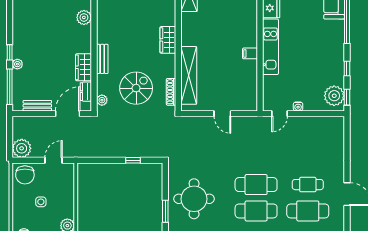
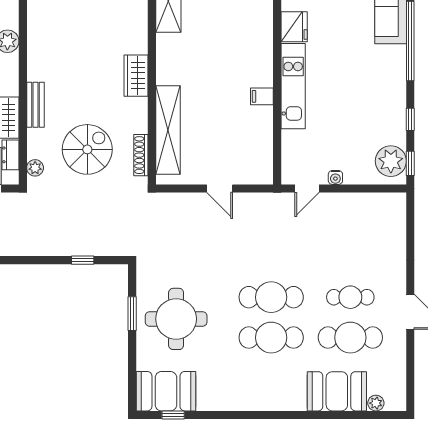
window: (165, 211) -> (132, 314), moved

